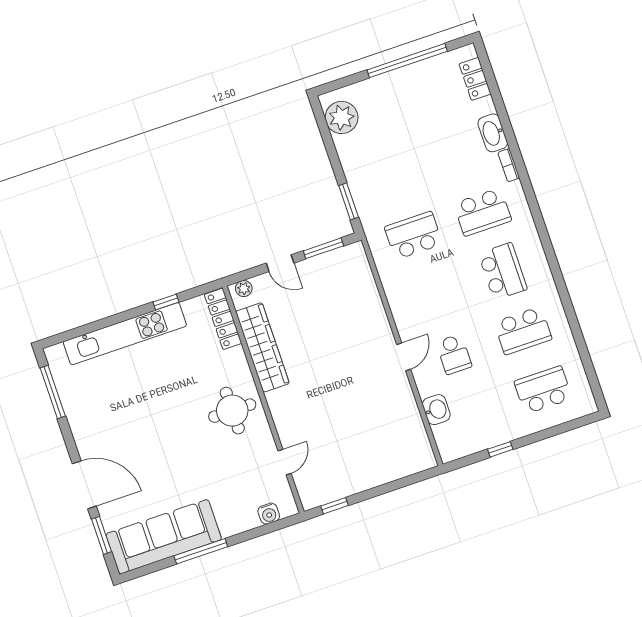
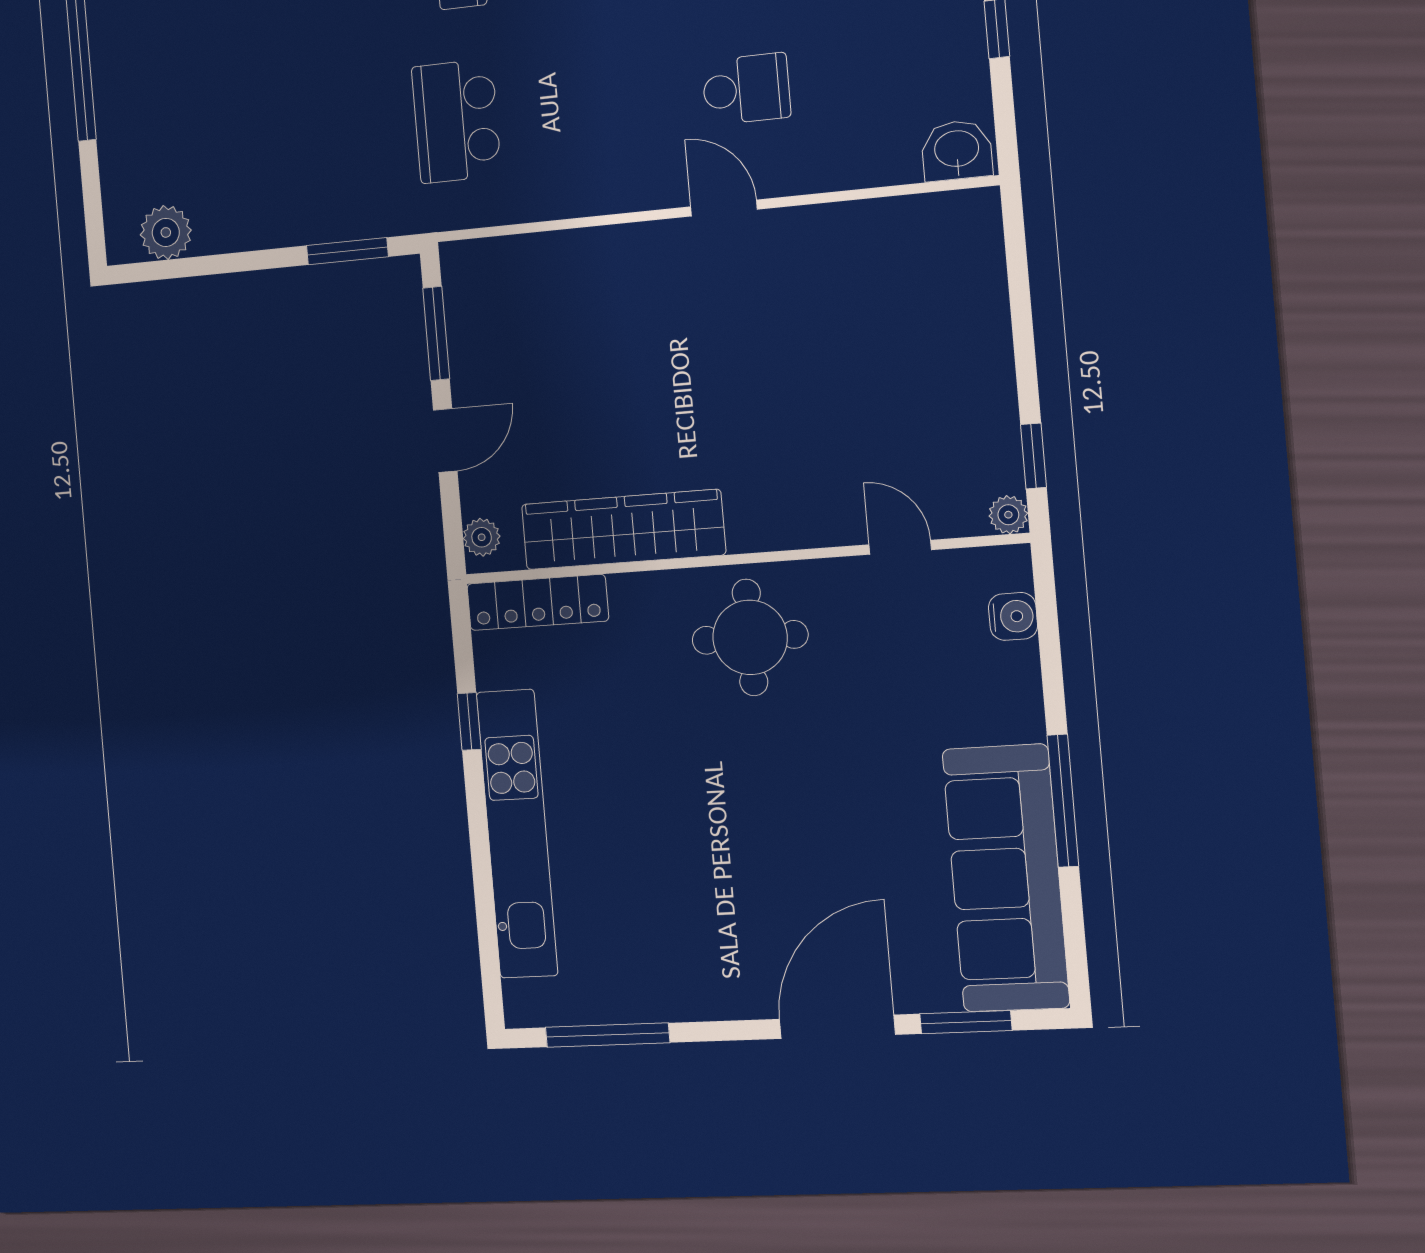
plant: (342, 117) -> (166, 232), width x0.73, depth x0.73
washbasin: (436, 410) -> (957, 150), moved
plant: (309, 502) -> (1008, 515), added

